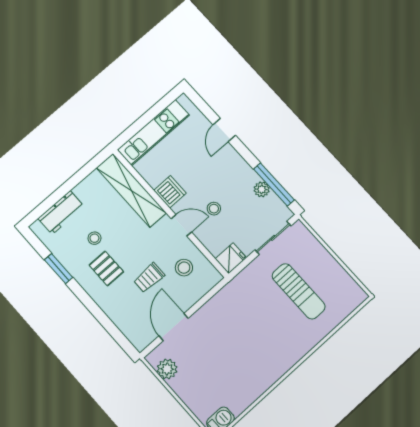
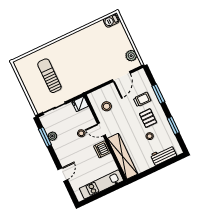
window: (274, 184) -> (45, 137), width x0.69
trolley: (149, 278) -> (142, 99), moved
window: (100, 316) -> (158, 94), added

